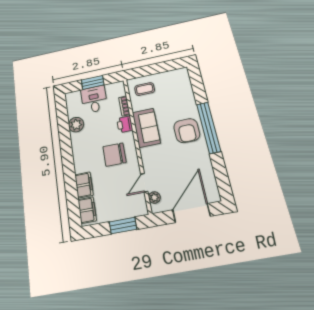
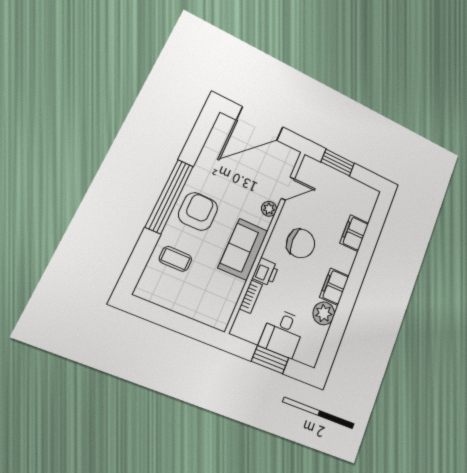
coffee table: (145, 89) -> (175, 259), moved
plant: (154, 198) -> (269, 209), moved
filing cabinet: (87, 210) -> (334, 287), moved

